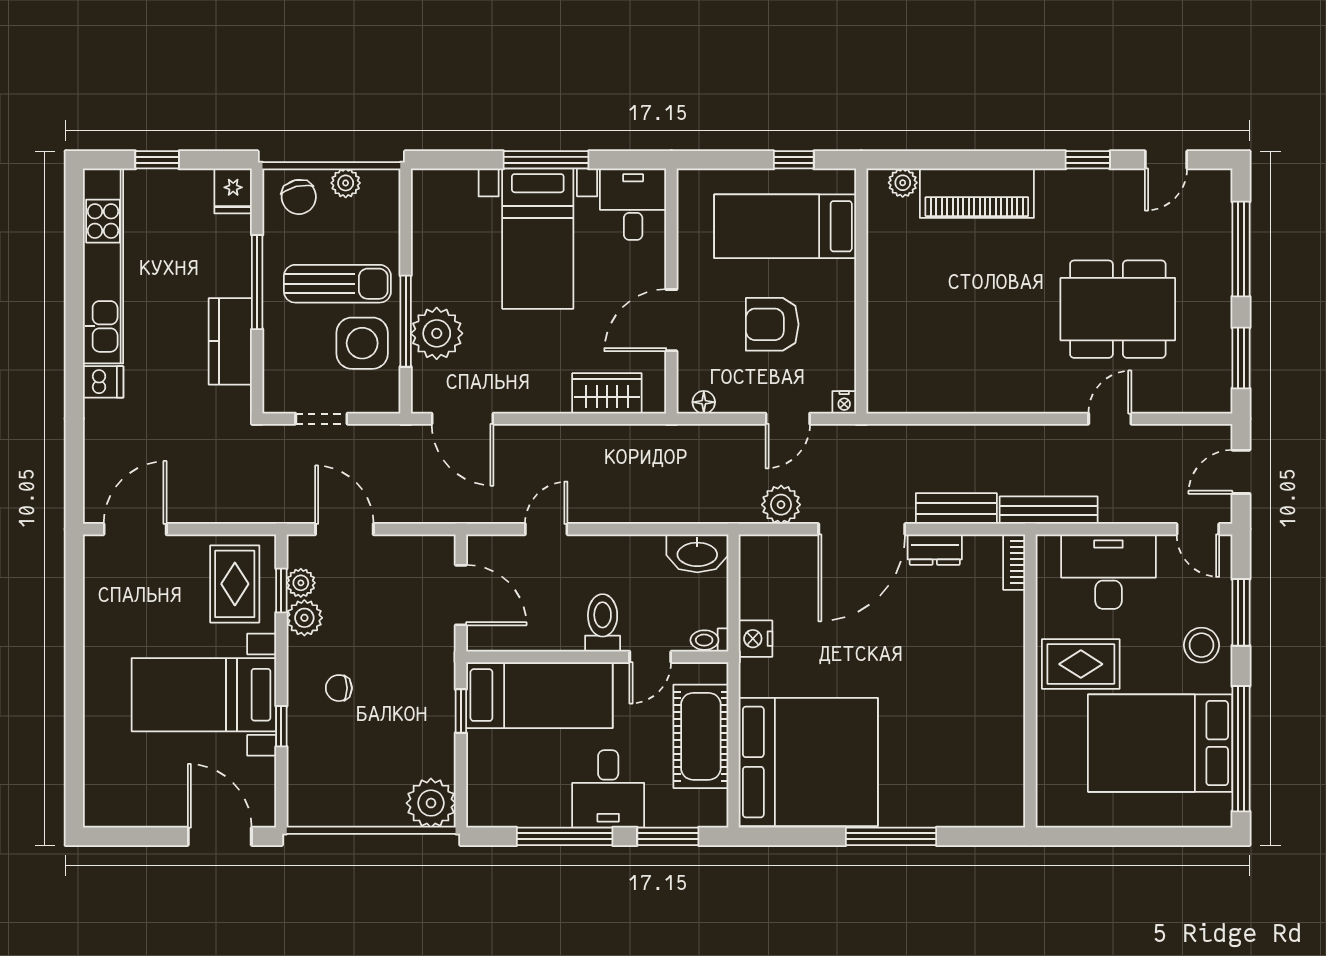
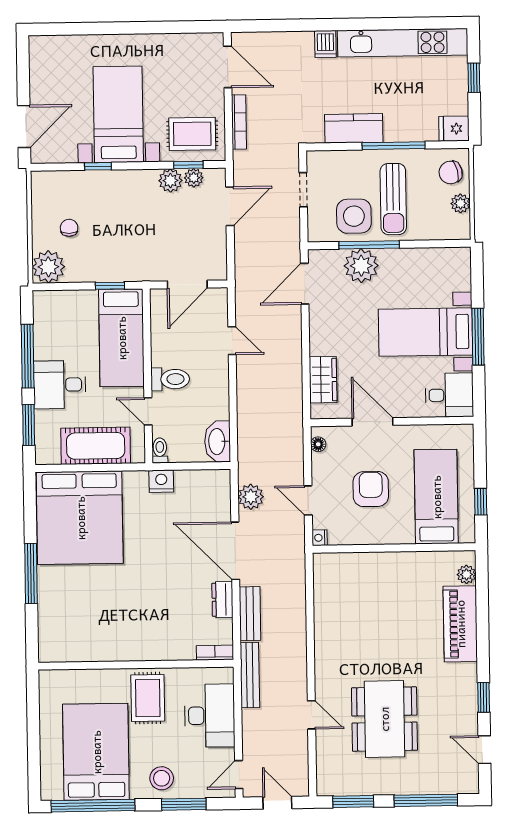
bookcase: (218, 513) -> (239, 122), added
chair: (339, 688) -> (69, 228), moved

